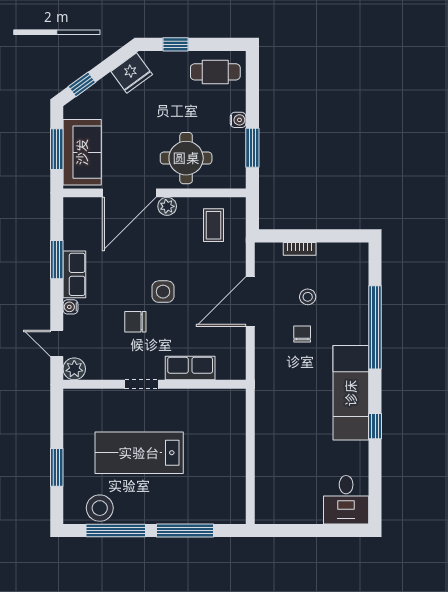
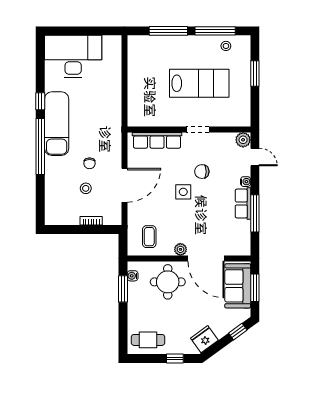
water cooler: (238, 120) -> (133, 276), moved
door: (129, 193) -> (206, 258), swing flipped
window: (57, 260) -> (255, 213), width x1.44
chair: (135, 322) -> (202, 172), turned 180
window: (375, 327) -> (40, 146), moved
row of seats: (190, 368) -> (157, 140), width x1.48
desk: (346, 500) -> (73, 56), width x1.87, depth x1.30
stool: (100, 508) -> (226, 46), width x0.53, depth x0.53

